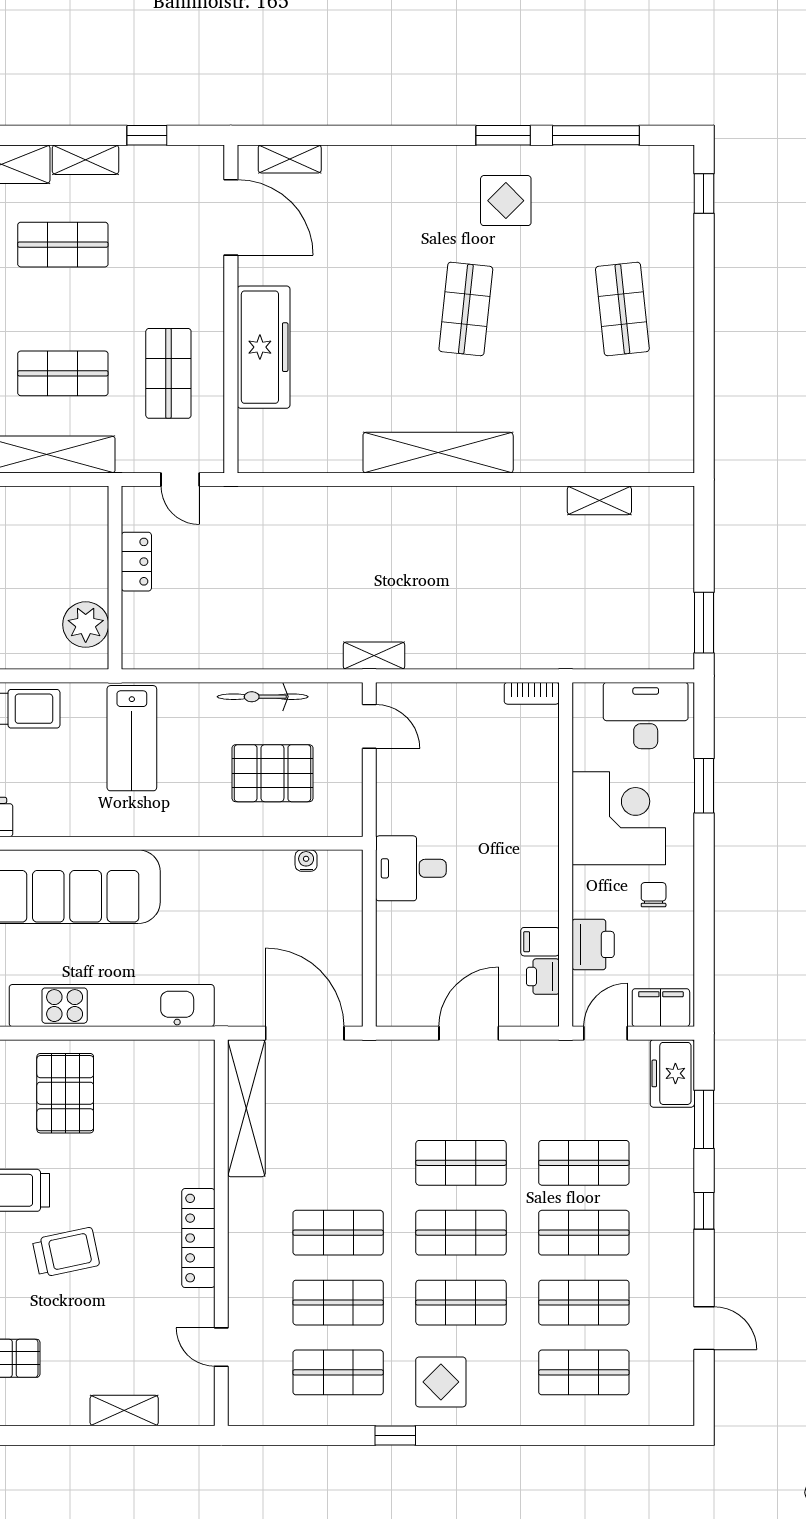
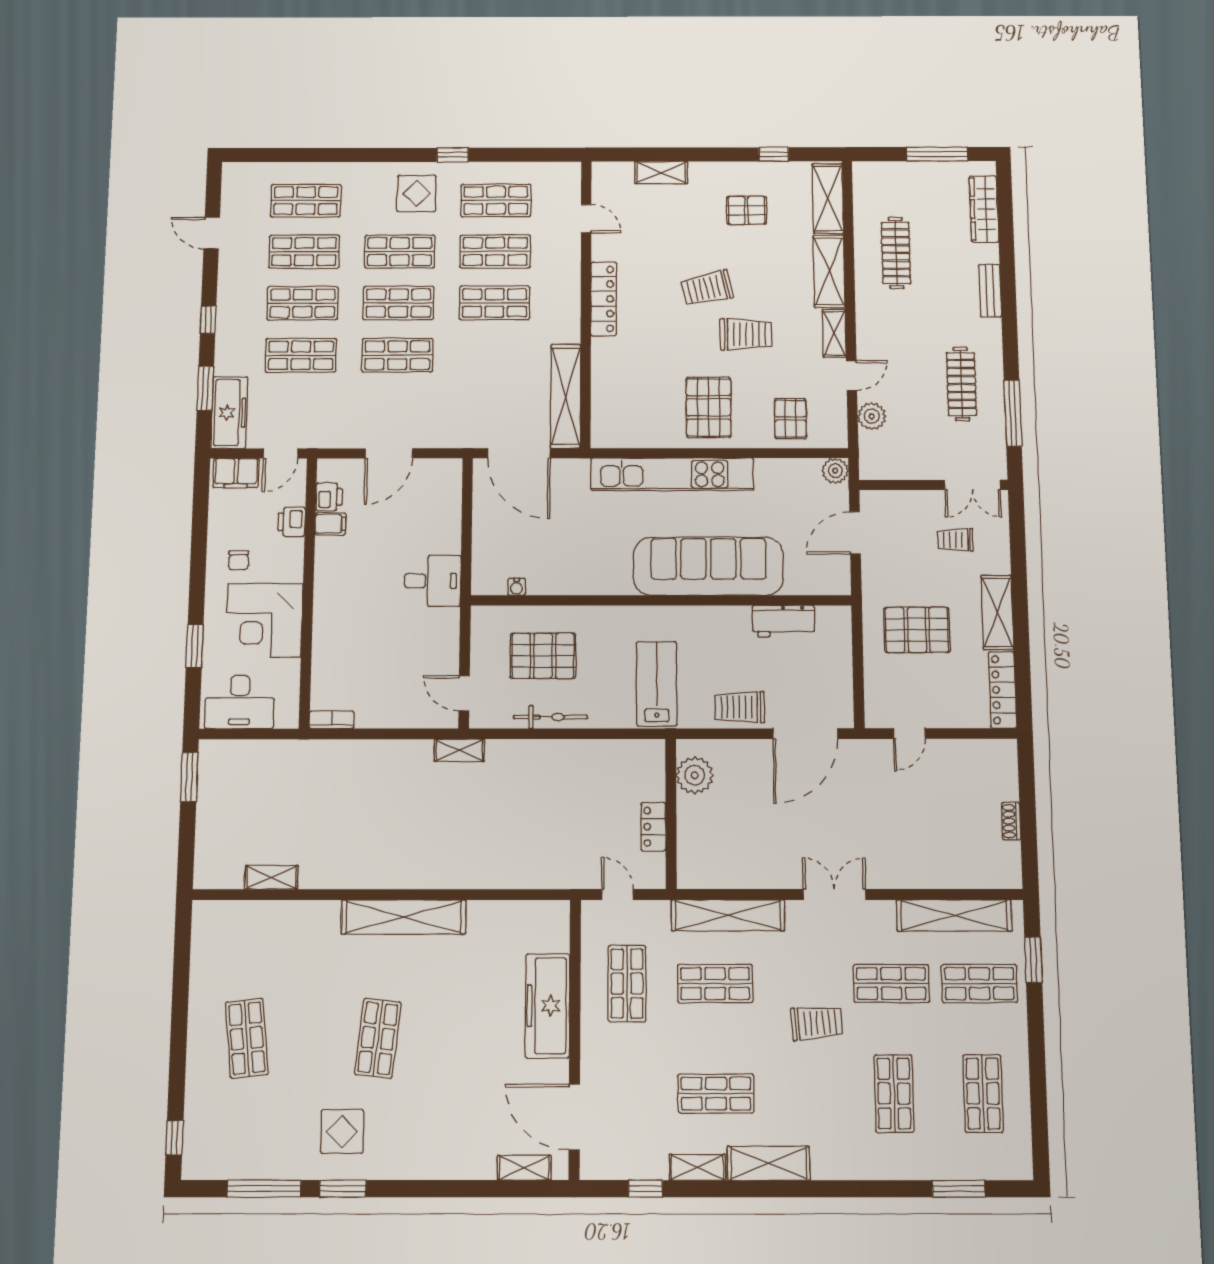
printer: (593, 944) -> (291, 522), width x0.73, depth x0.81
freezer: (672, 1073) -> (229, 413), width x1.40

